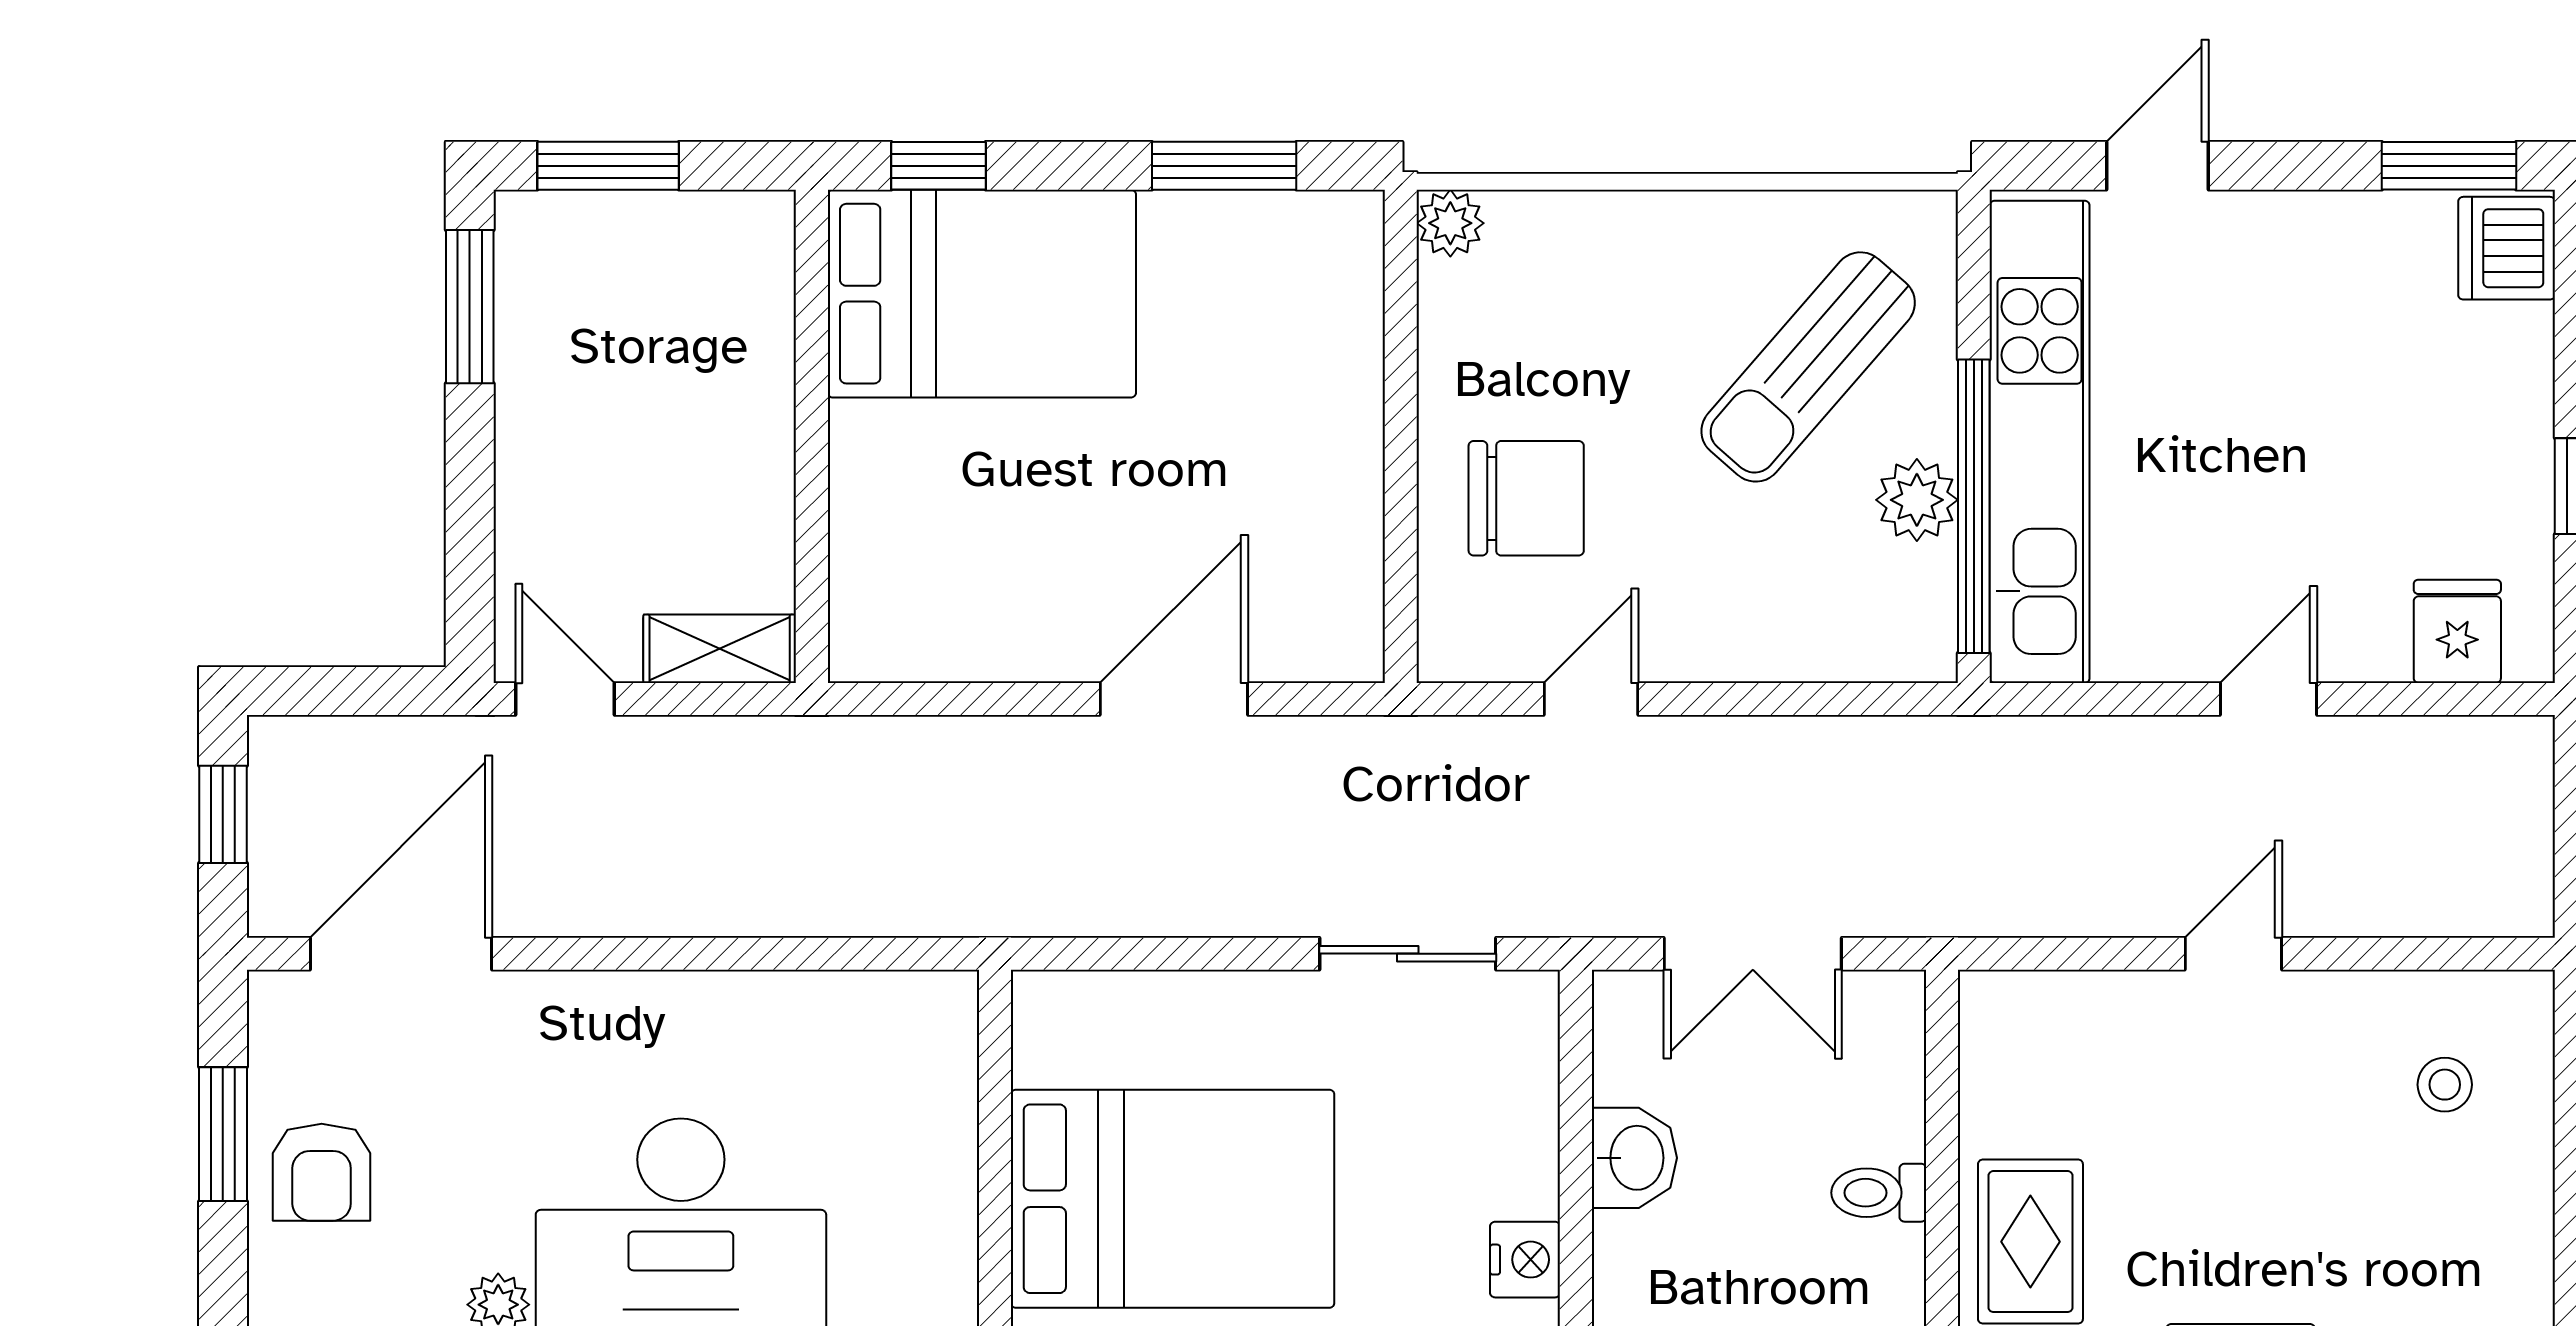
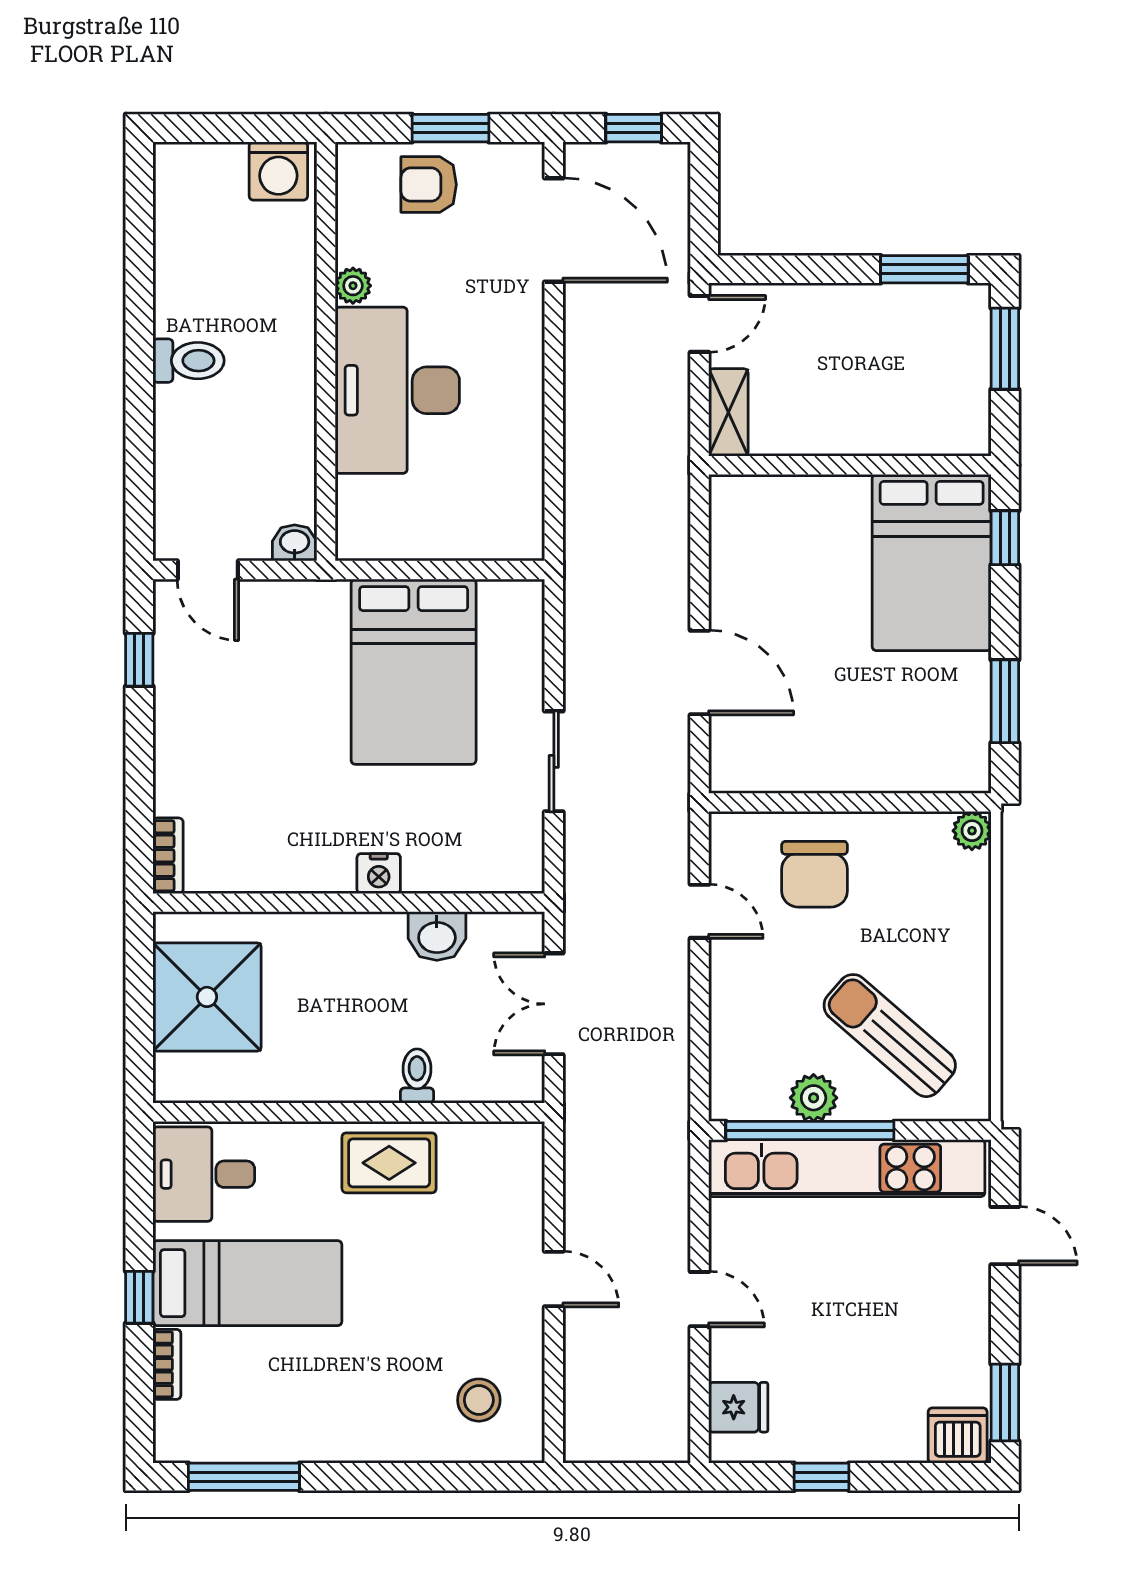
sliding door: (1408, 954) -> (554, 761), moved
stool: (2445, 1085) -> (479, 1400), width x1.37, depth x1.37

